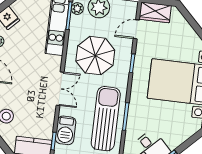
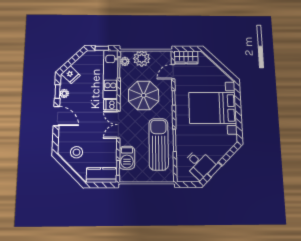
dishwasher: (53, 62) -> (111, 105), added
double door: (60, 89) -> (118, 125), swing flipped

